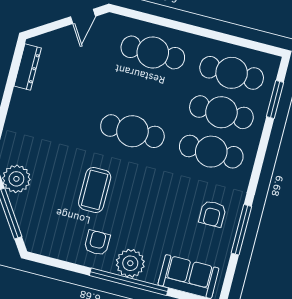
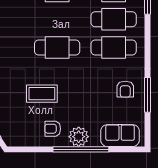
coffee table: (95, 190) -> (42, 94), turned 90
armchair: (97, 243) -> (53, 129), turned -90

